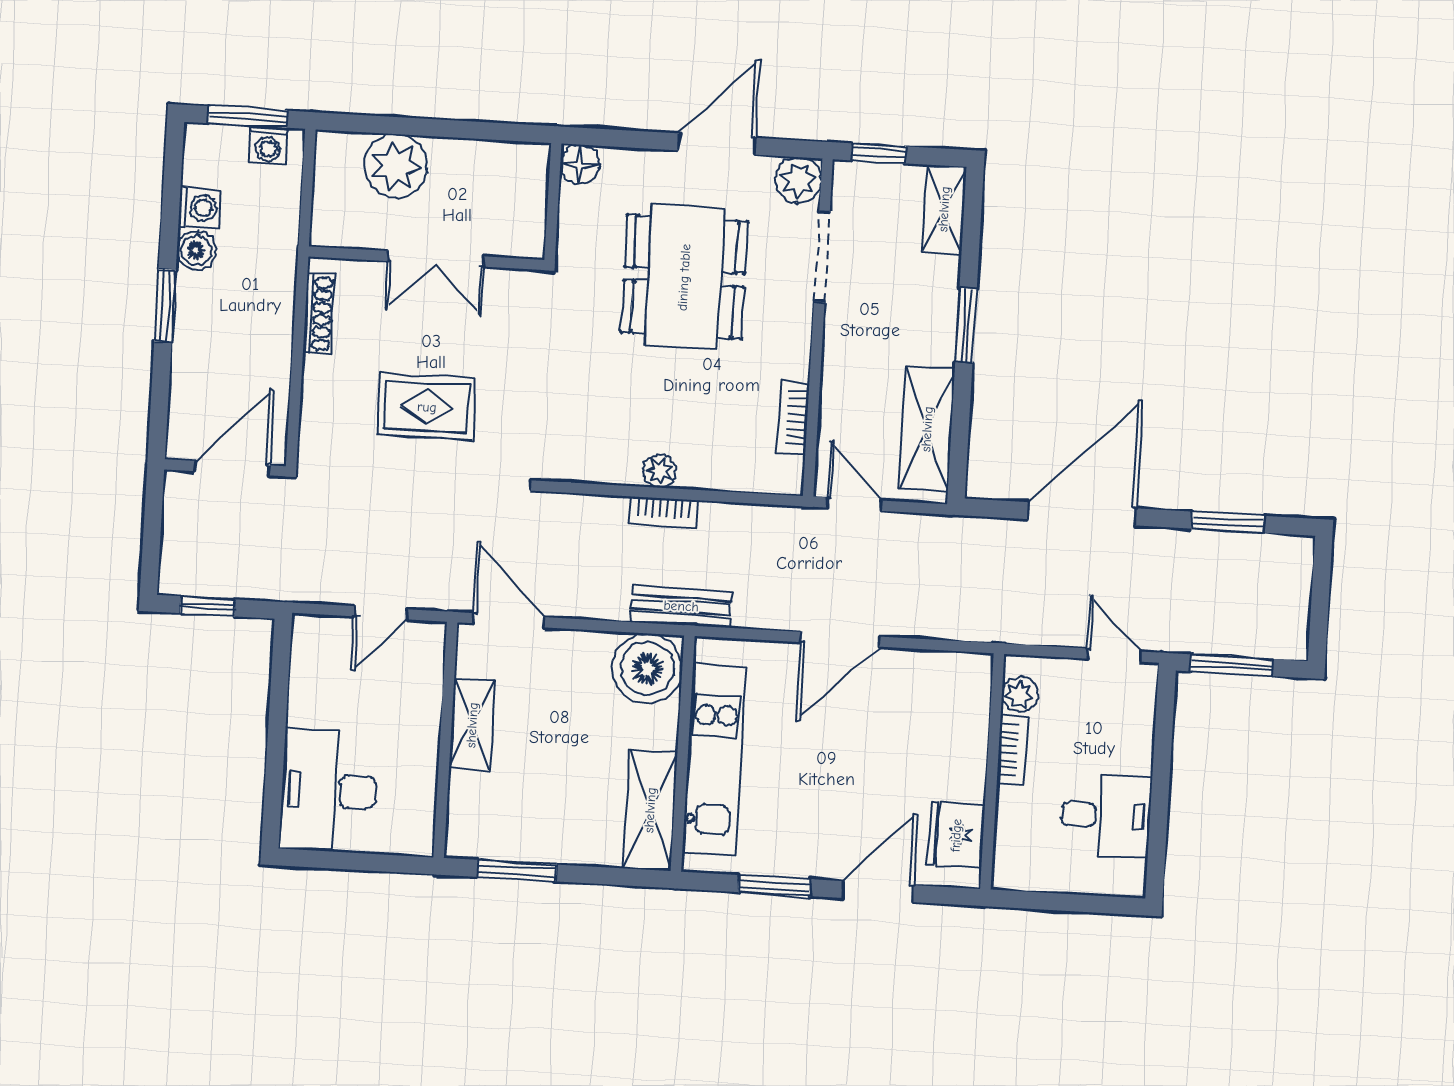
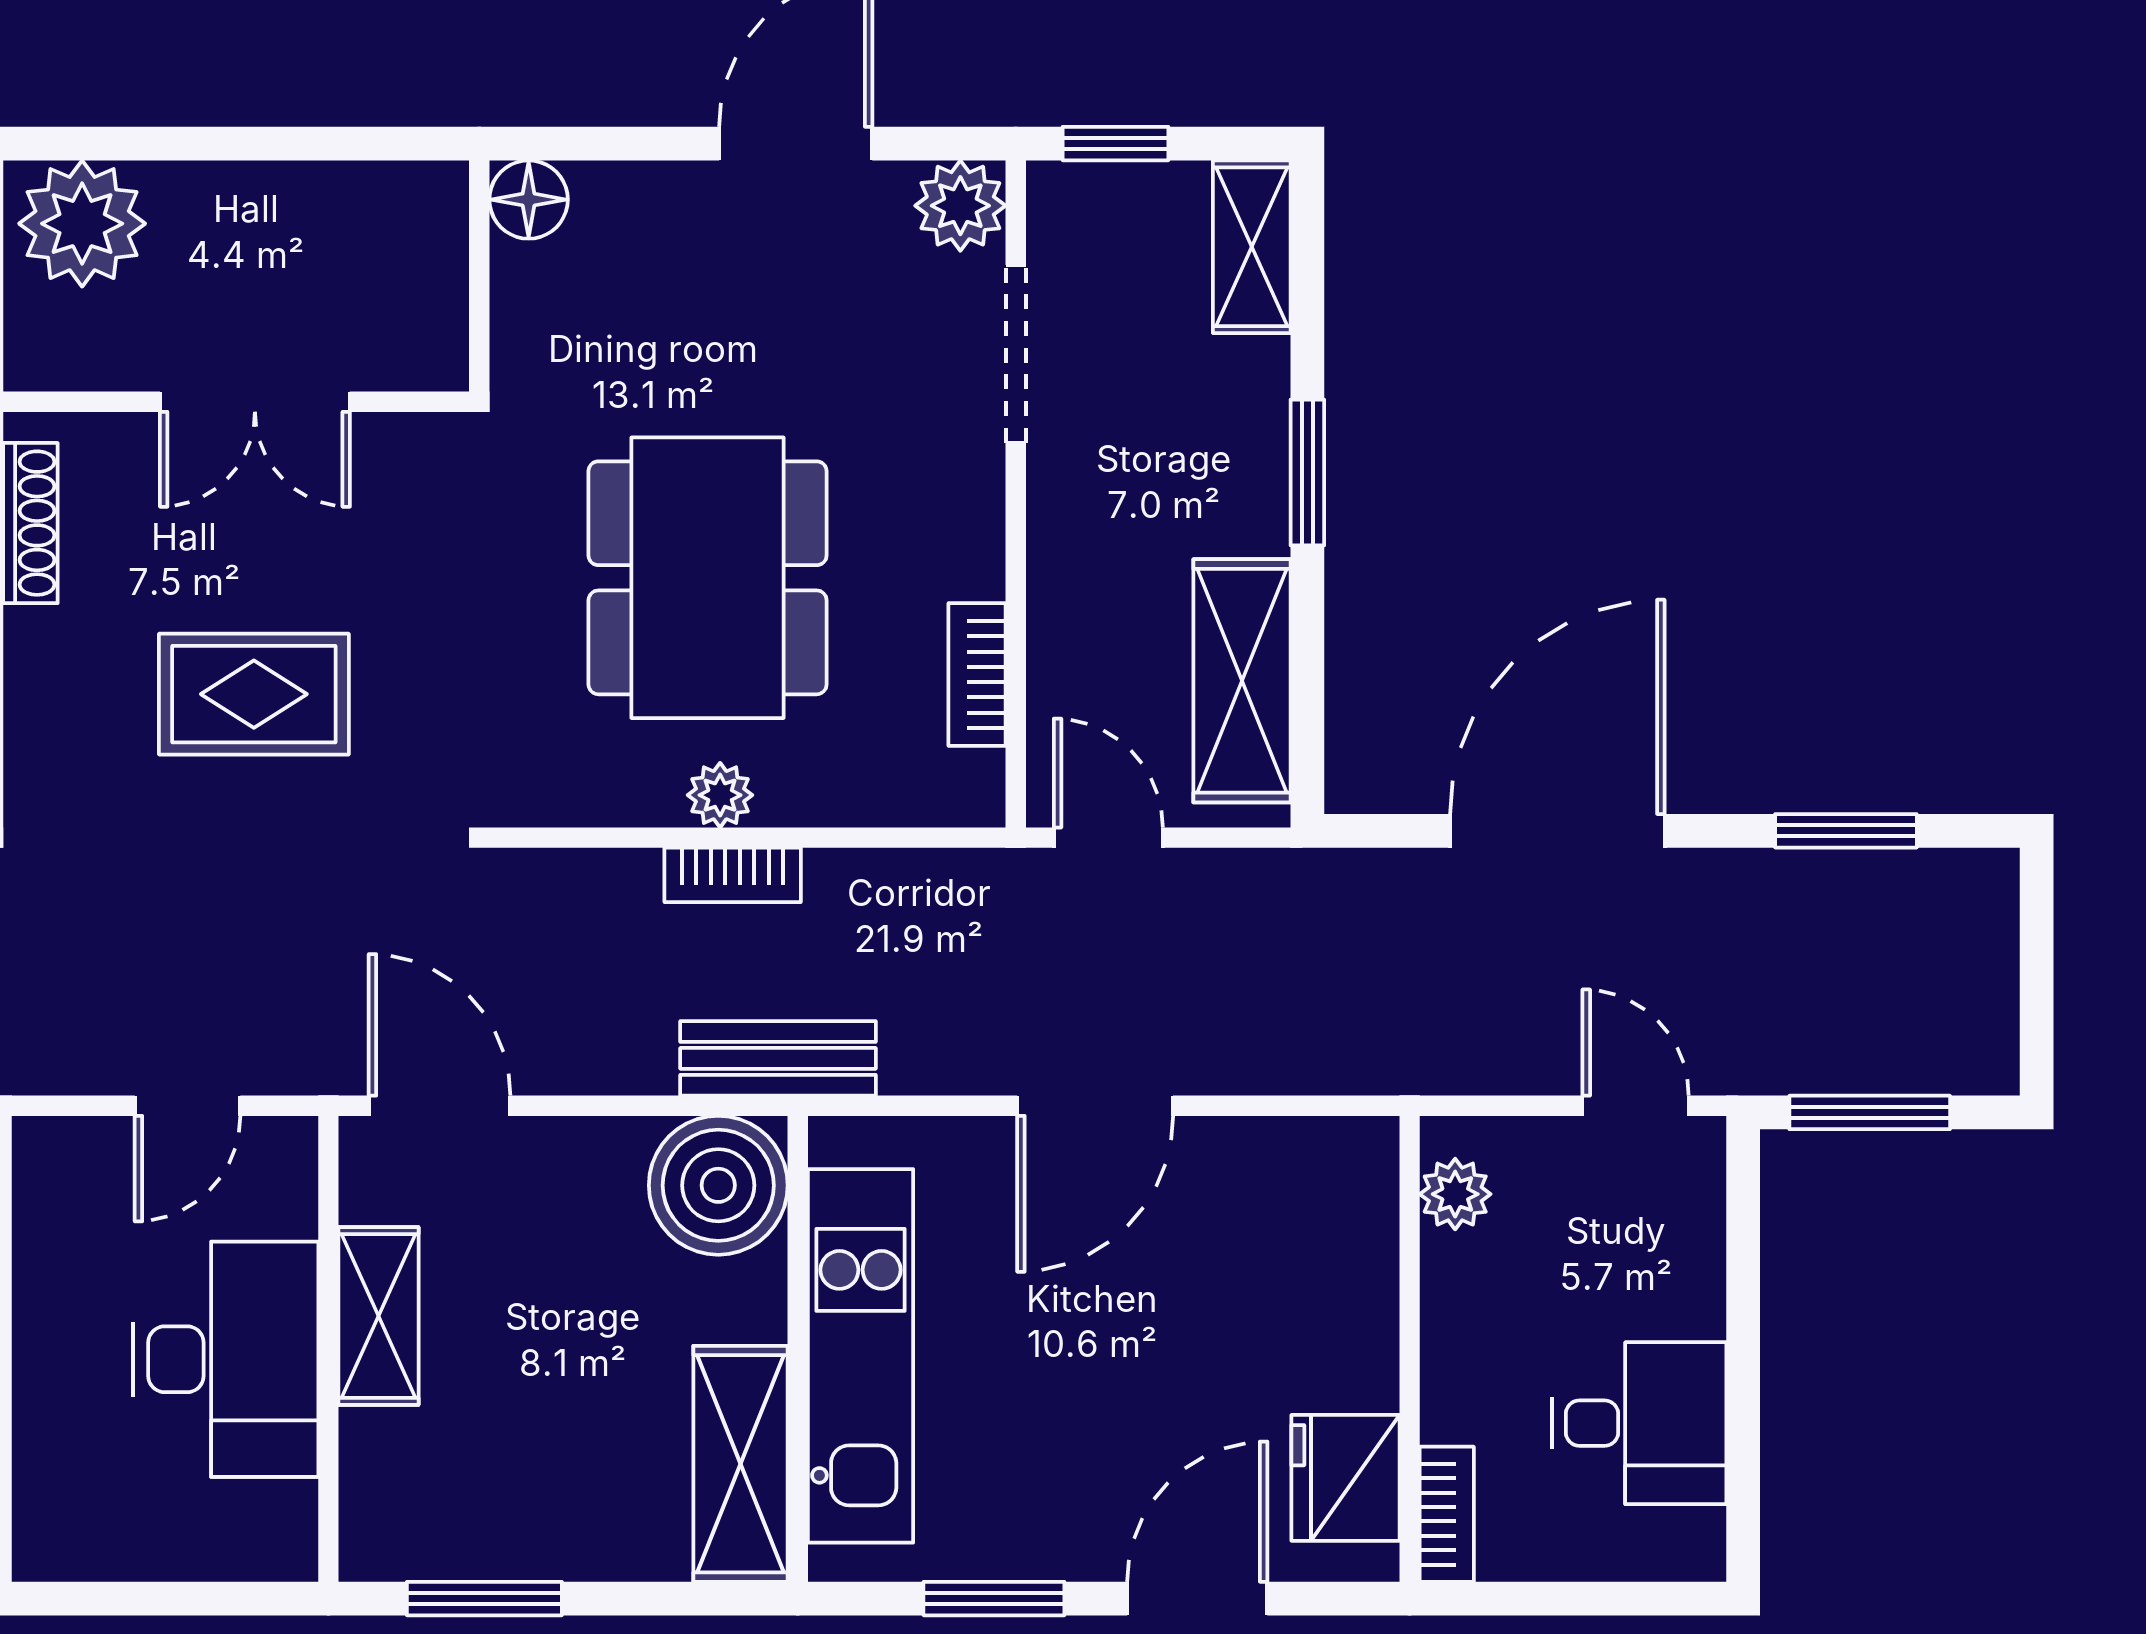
plant: (396, 166) -> (82, 224), moved
dining table: (684, 277) -> (708, 578), moved
bookcase: (1012, 750) -> (1447, 1514), moved
desk: (329, 791) -> (226, 1359), moved, turned 180

